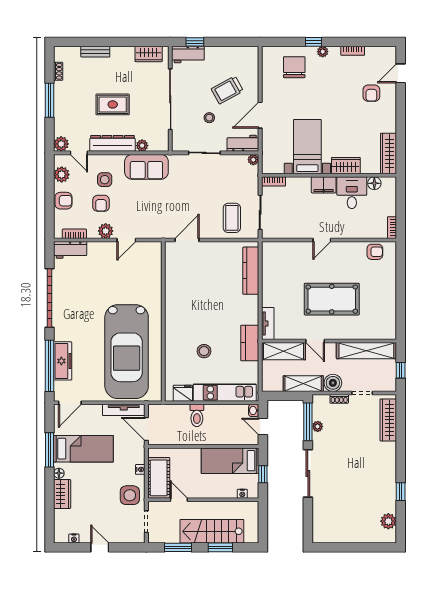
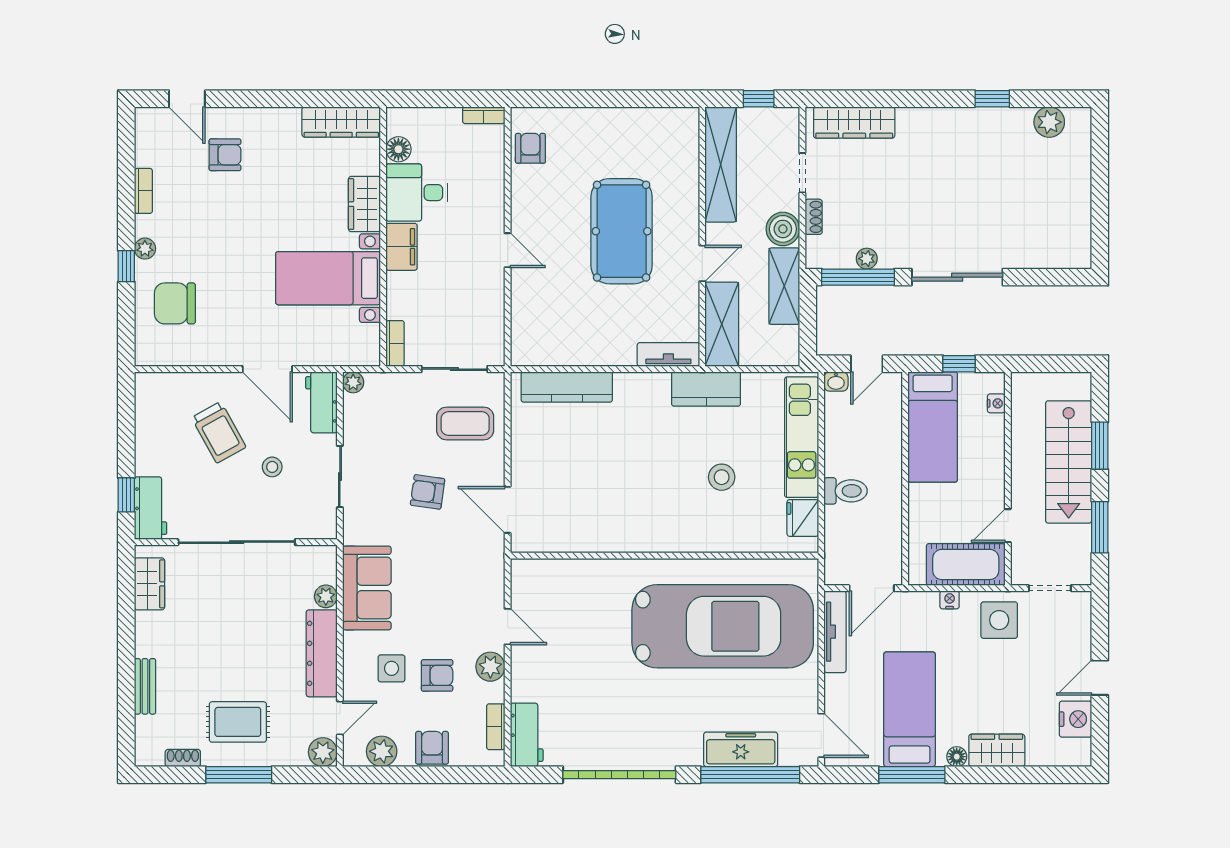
rug: (113, 104) -> (238, 722), moved, turned 90
armchair: (196, 198) -> (428, 492), added
nightstand: (74, 539) -> (1075, 719), width x1.89, depth x1.79

